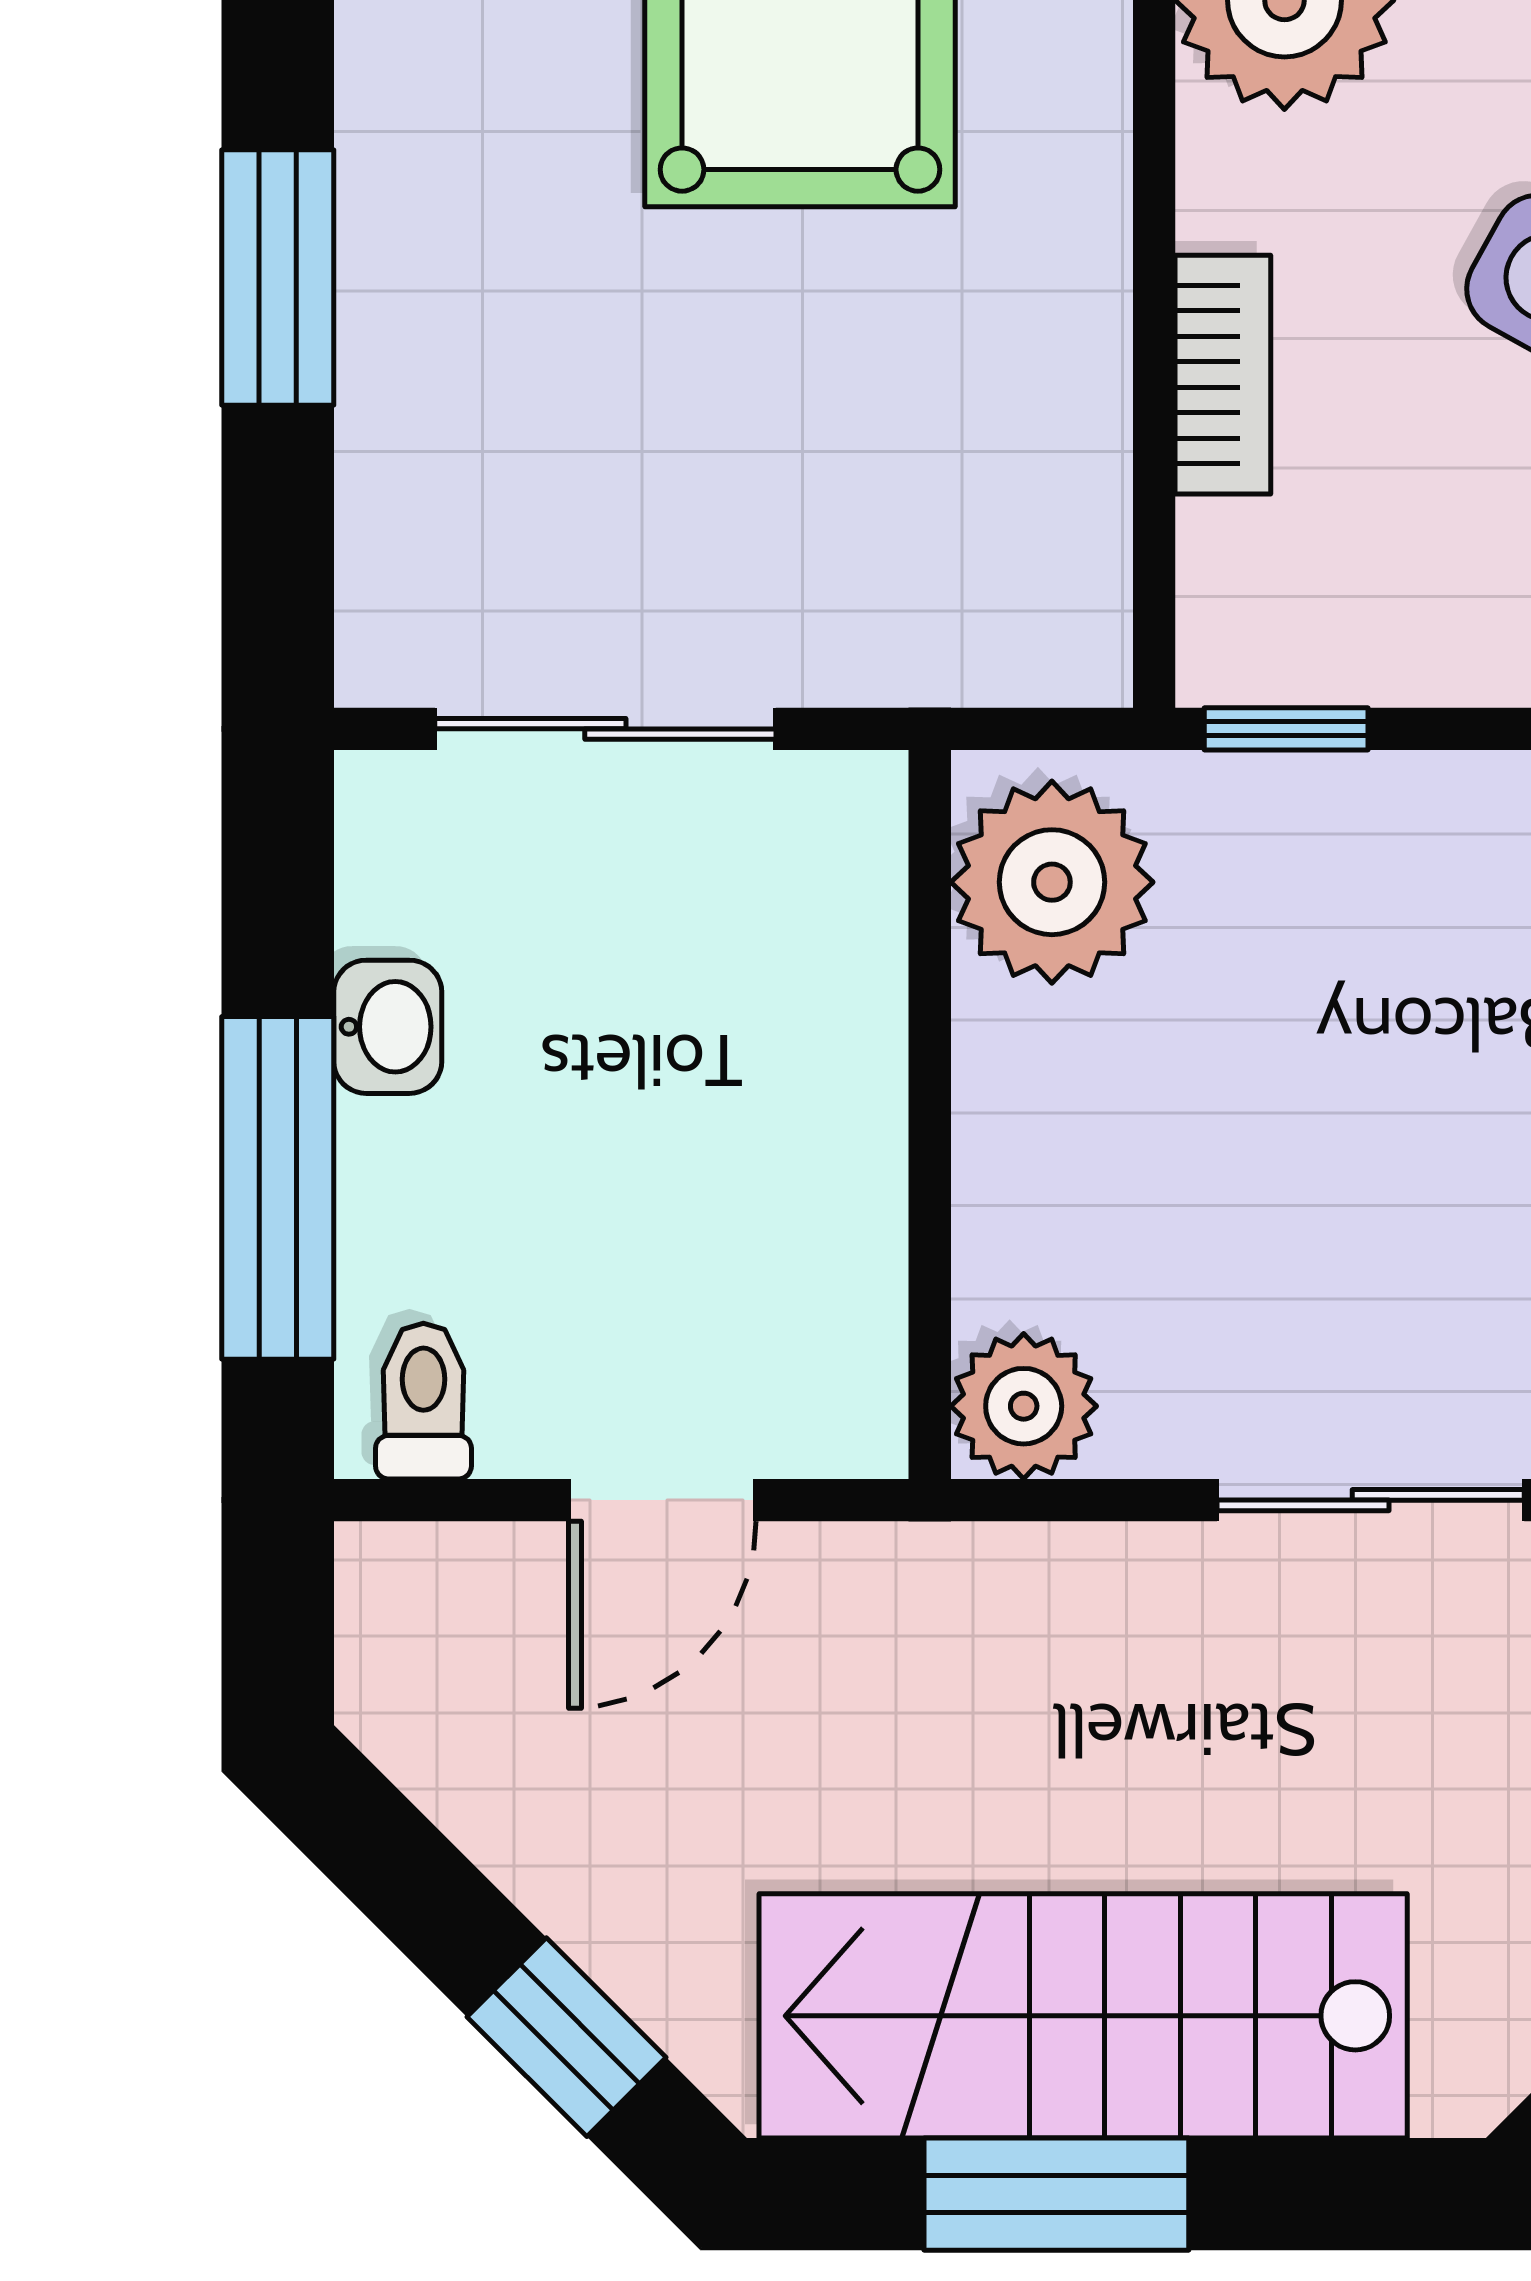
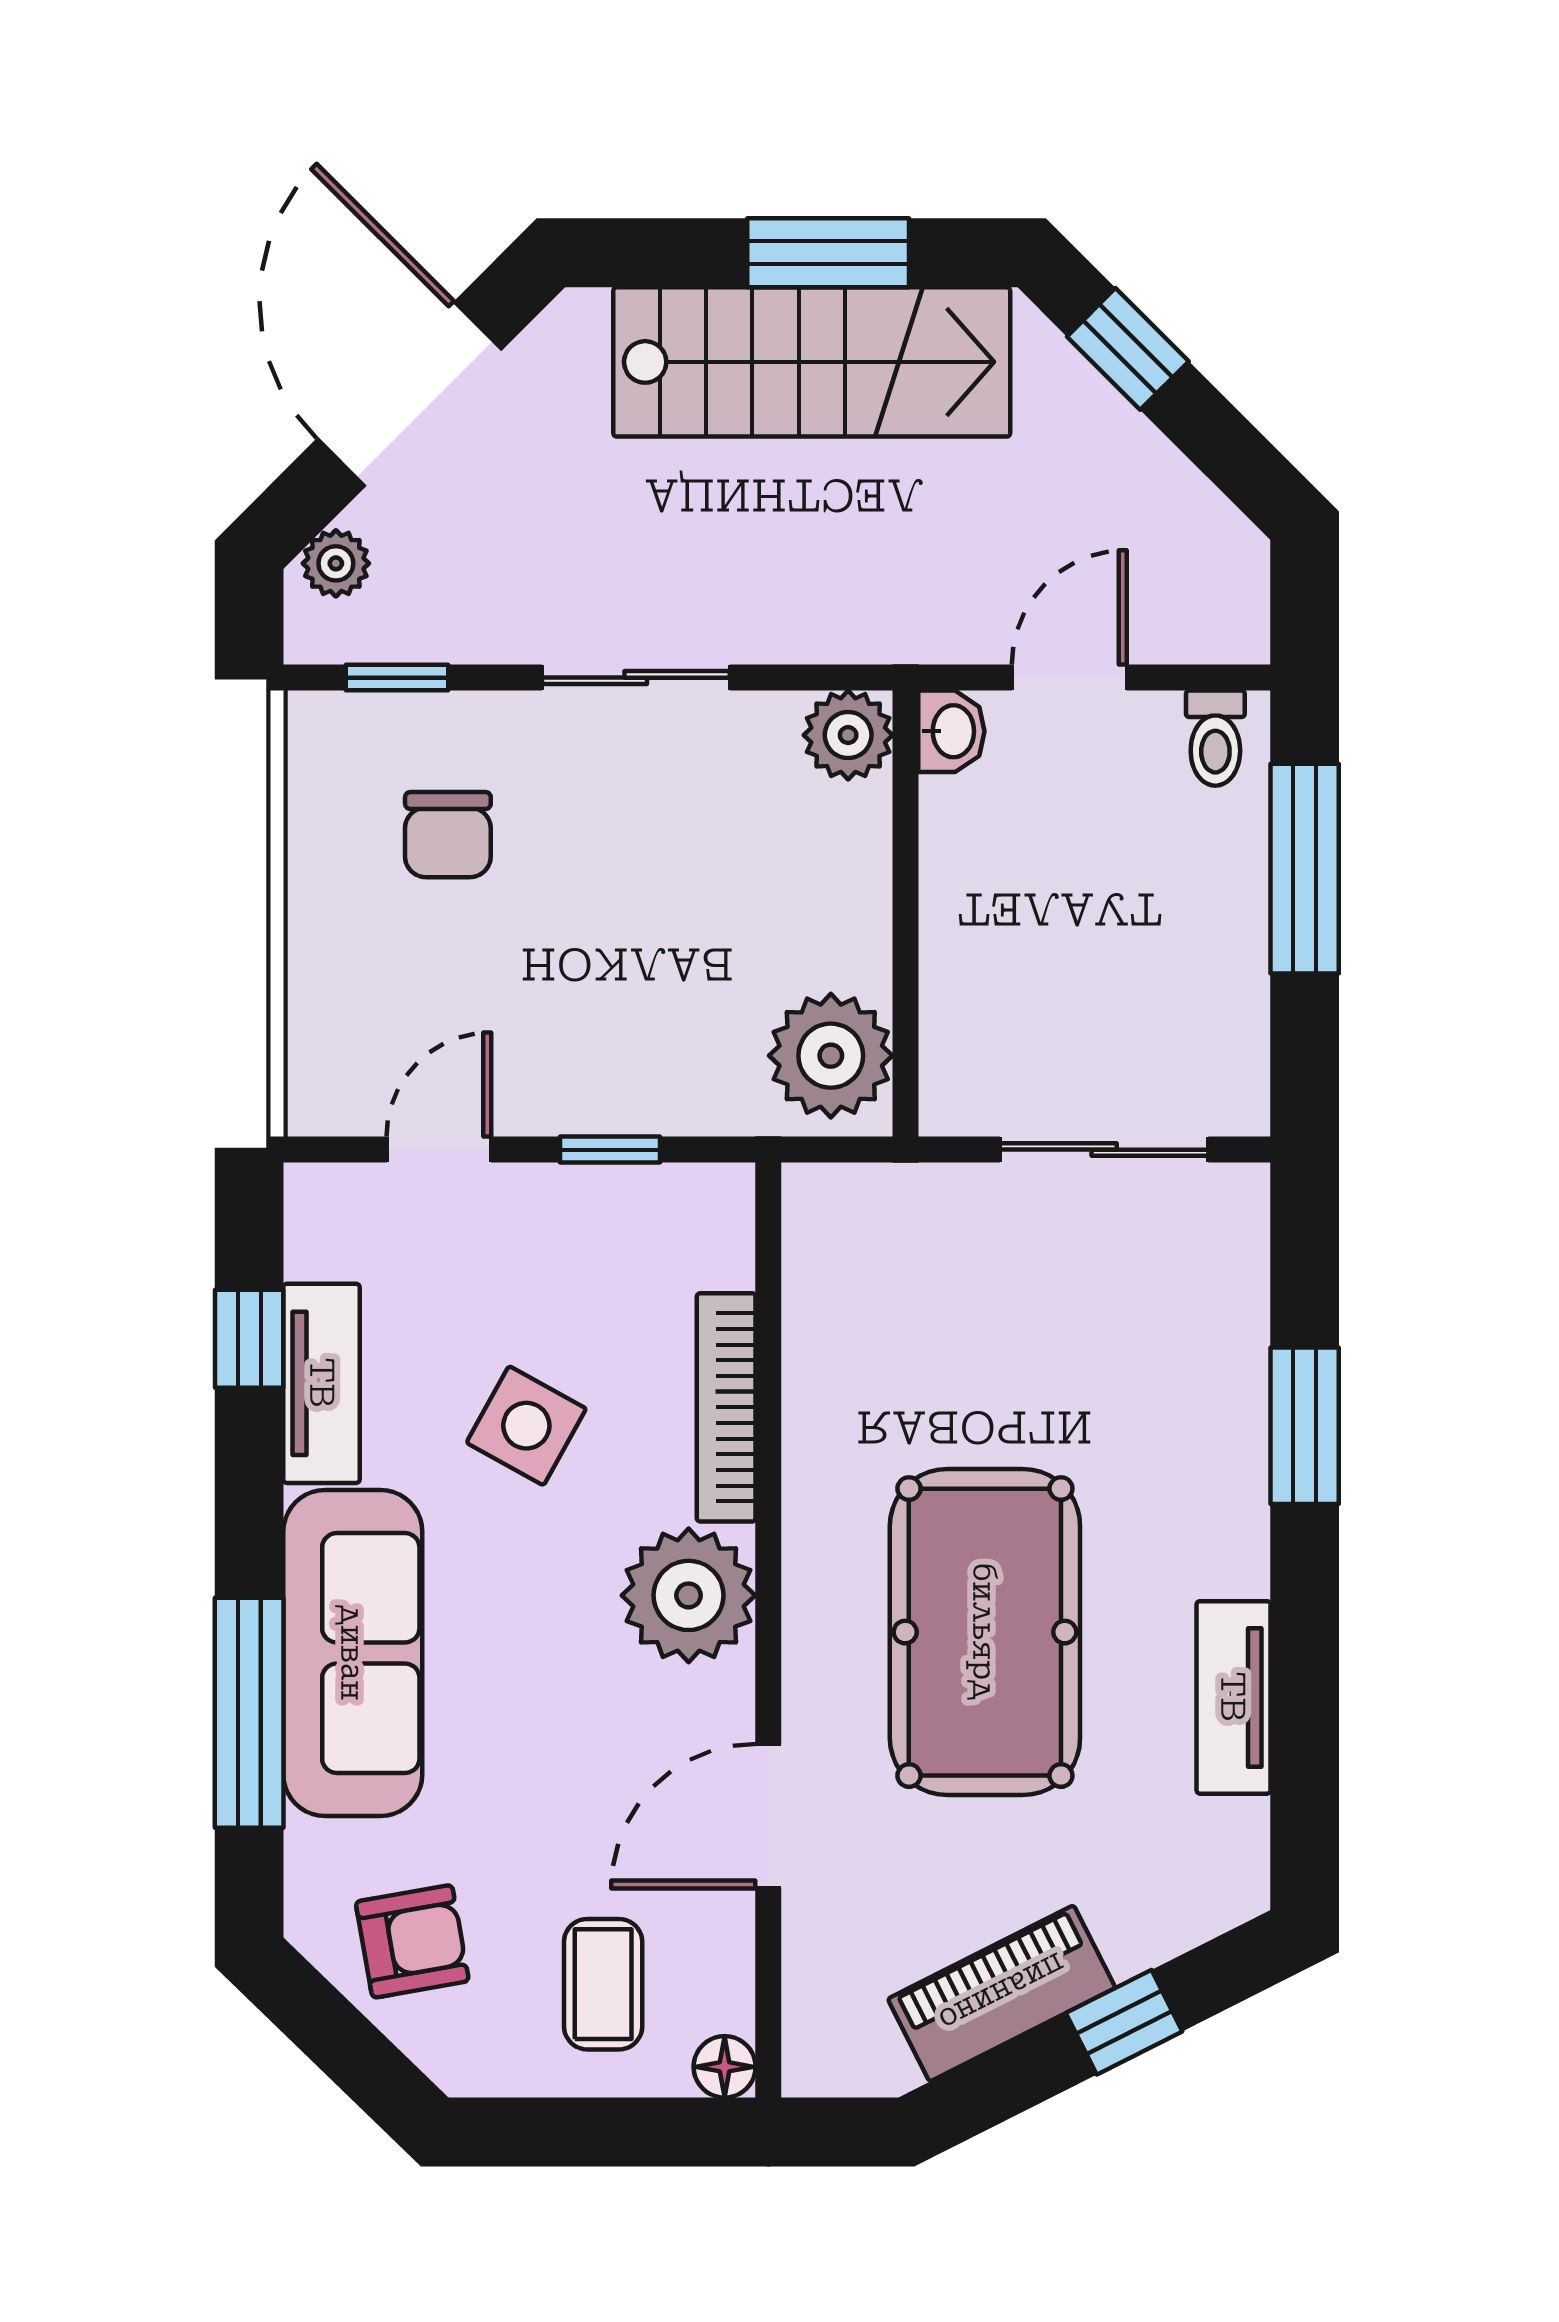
bookcase: (1223, 375) -> (726, 1407), width x1.56
window: (1286, 729) -> (610, 1150), moved
washbasin: (388, 1027) -> (951, 731), moved, turned 180

